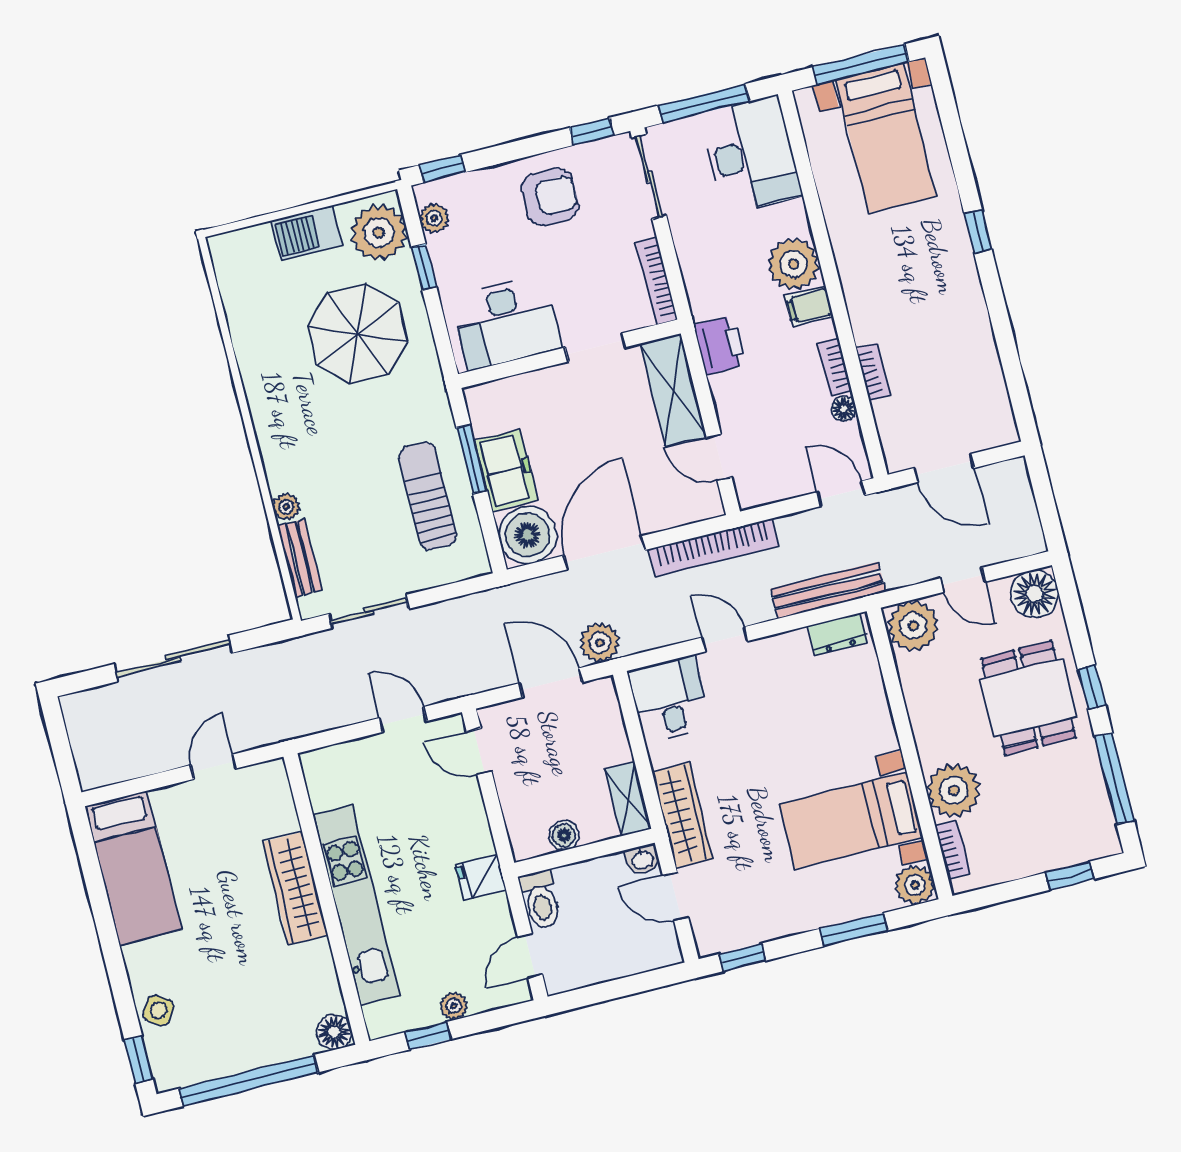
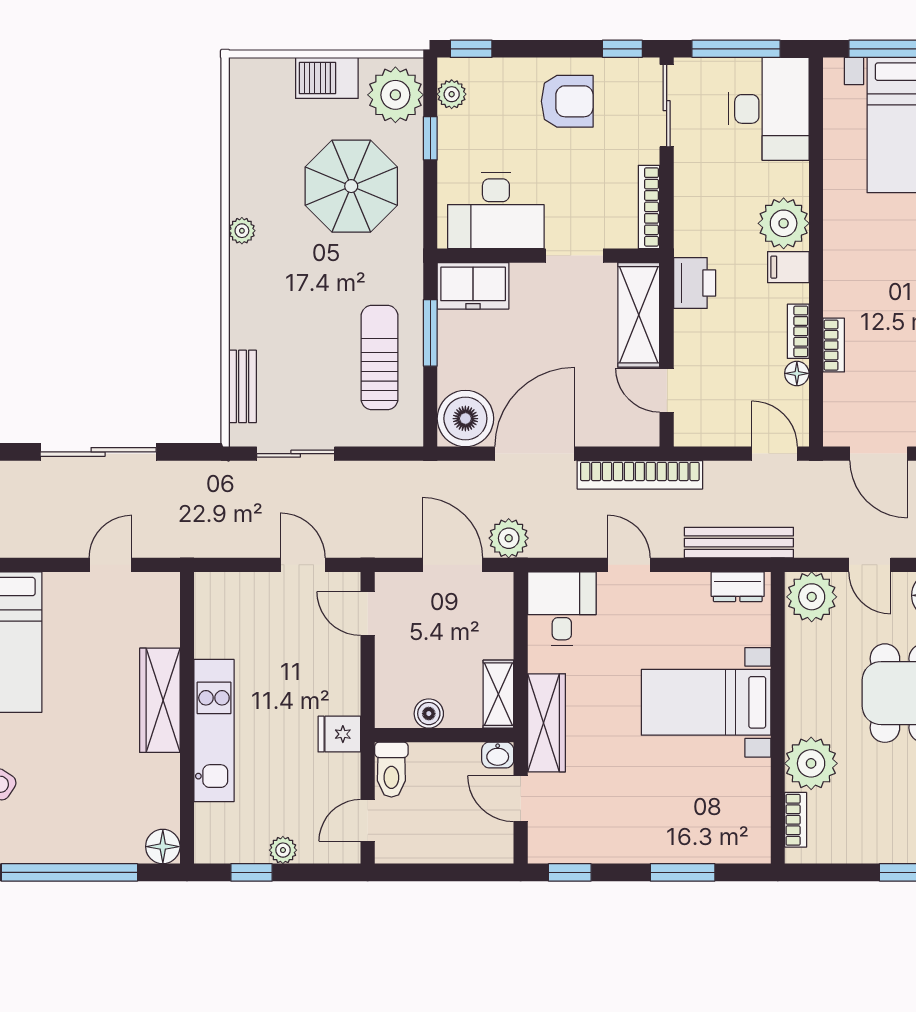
freezer: (506, 470) -> (473, 286), moved, turned 90
plant: (286, 507) -> (242, 231), moved
bed with nightstands: (851, 820) -> (706, 702), moved
plant: (915, 885) -> (752, 844), removed
kitchen unit: (356, 905) -> (214, 731), width x0.73

